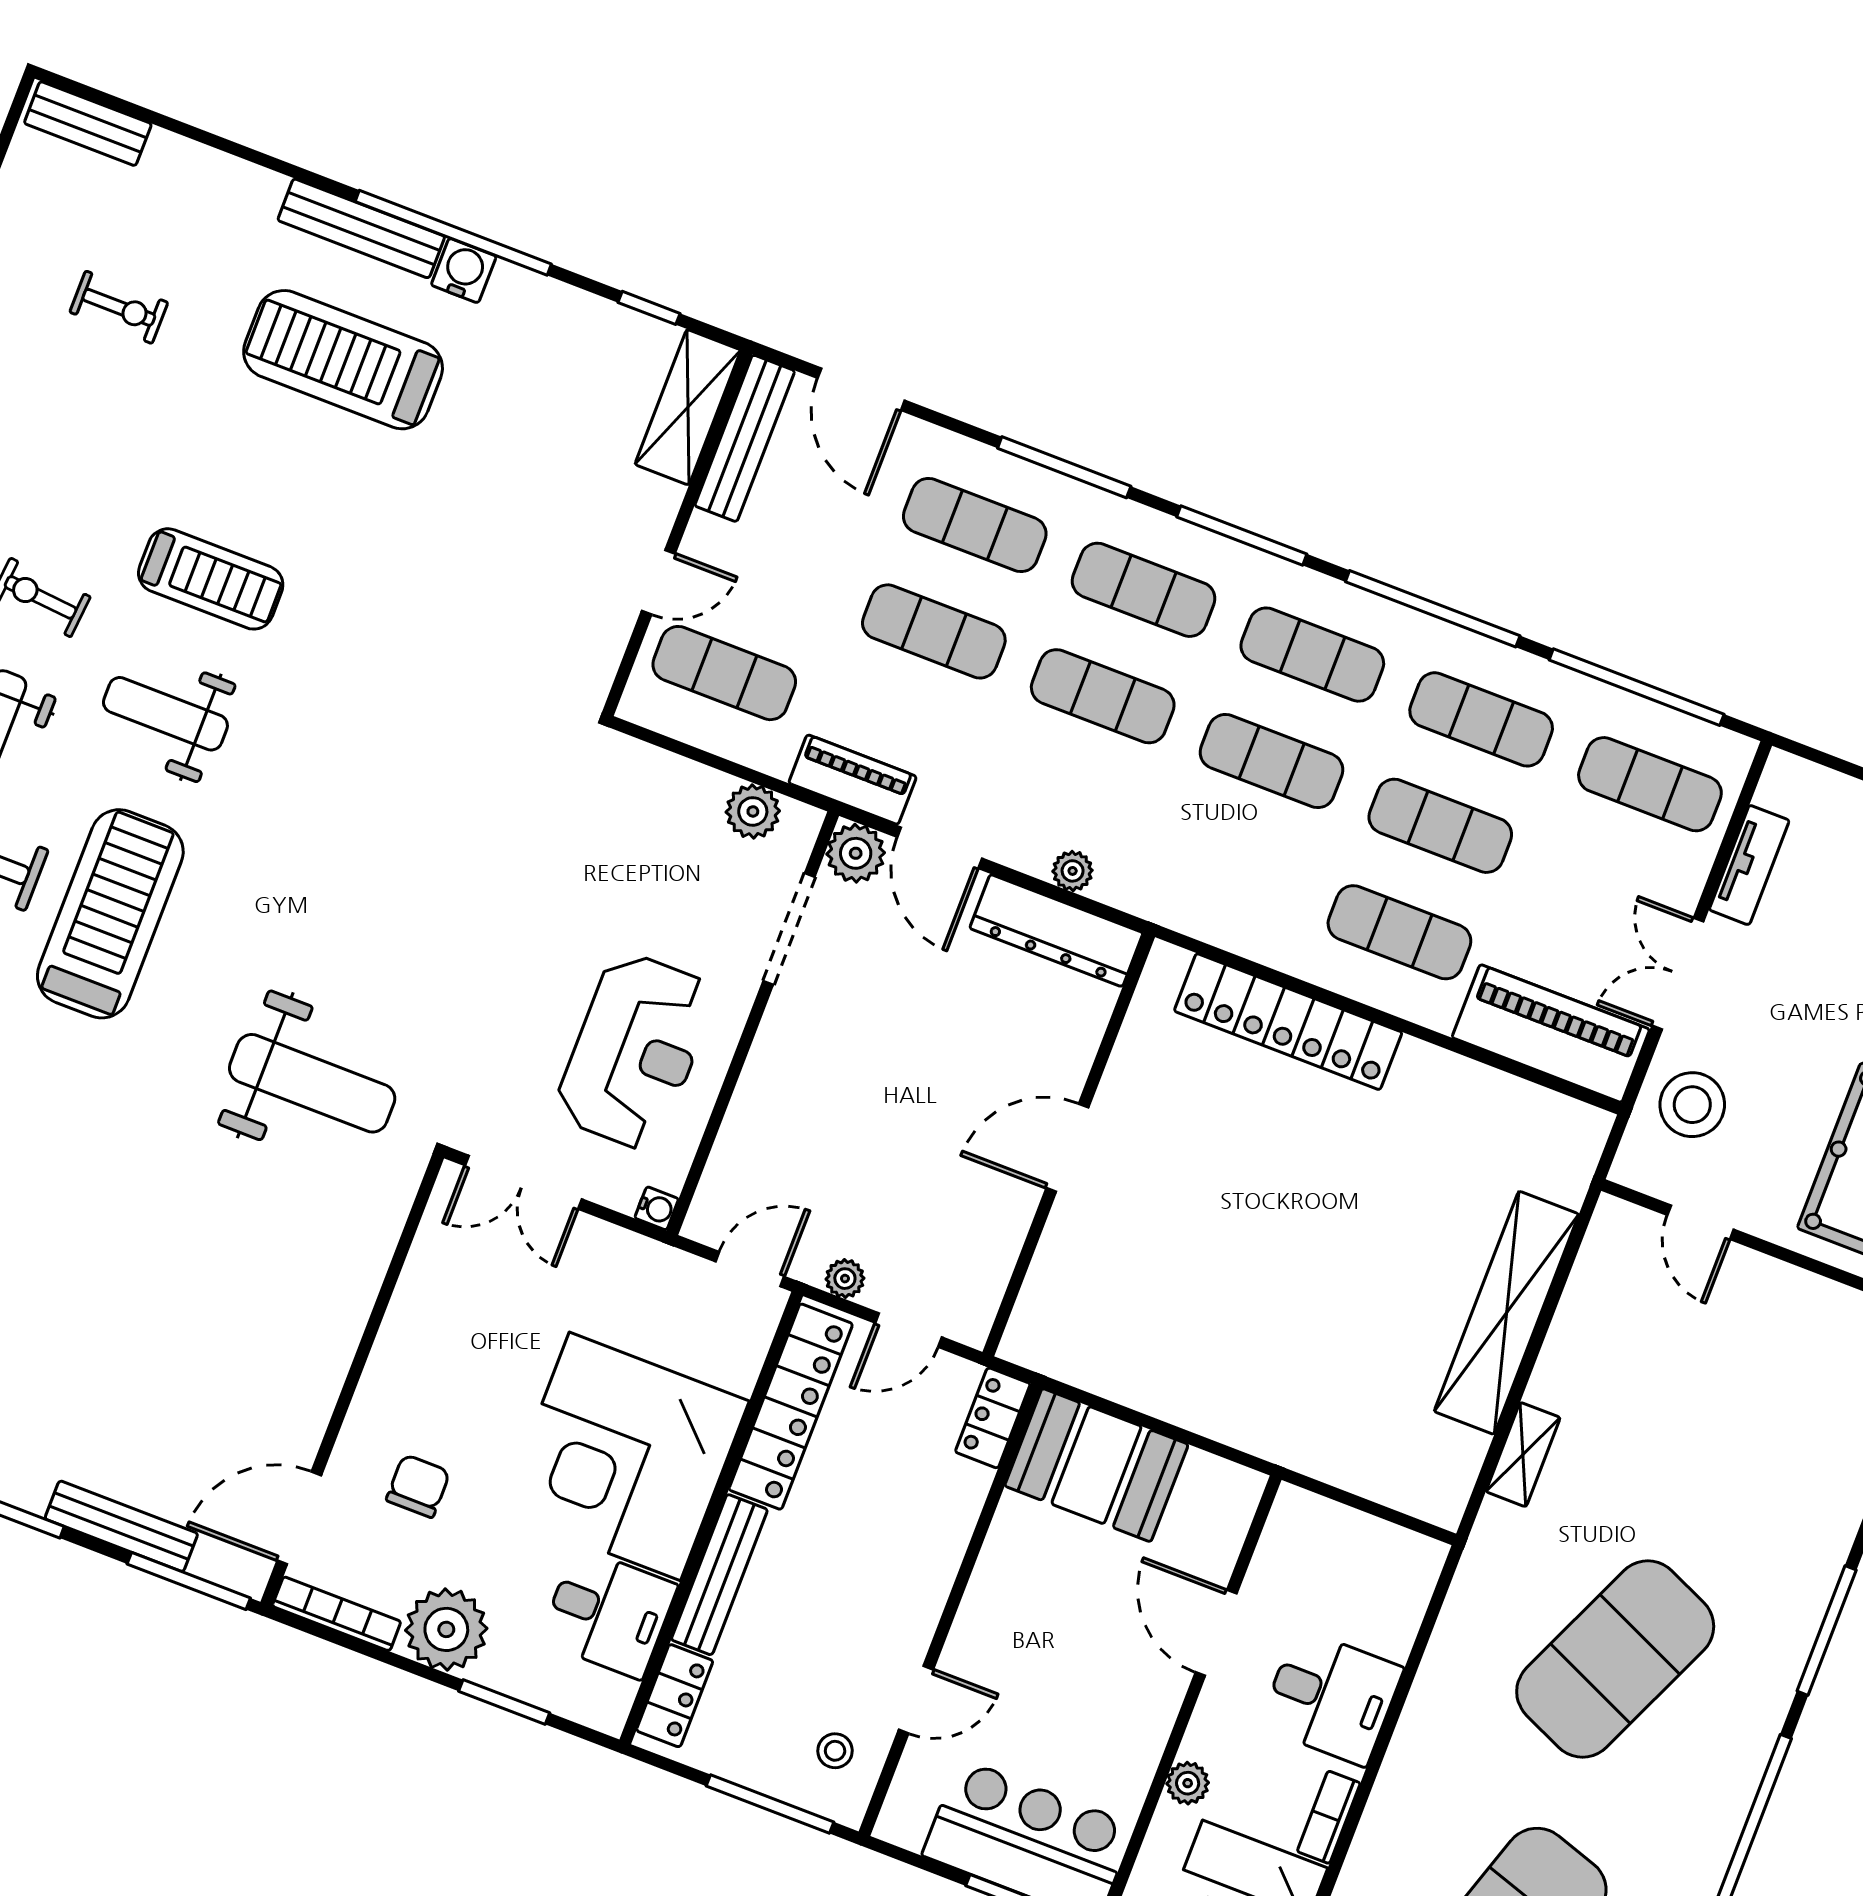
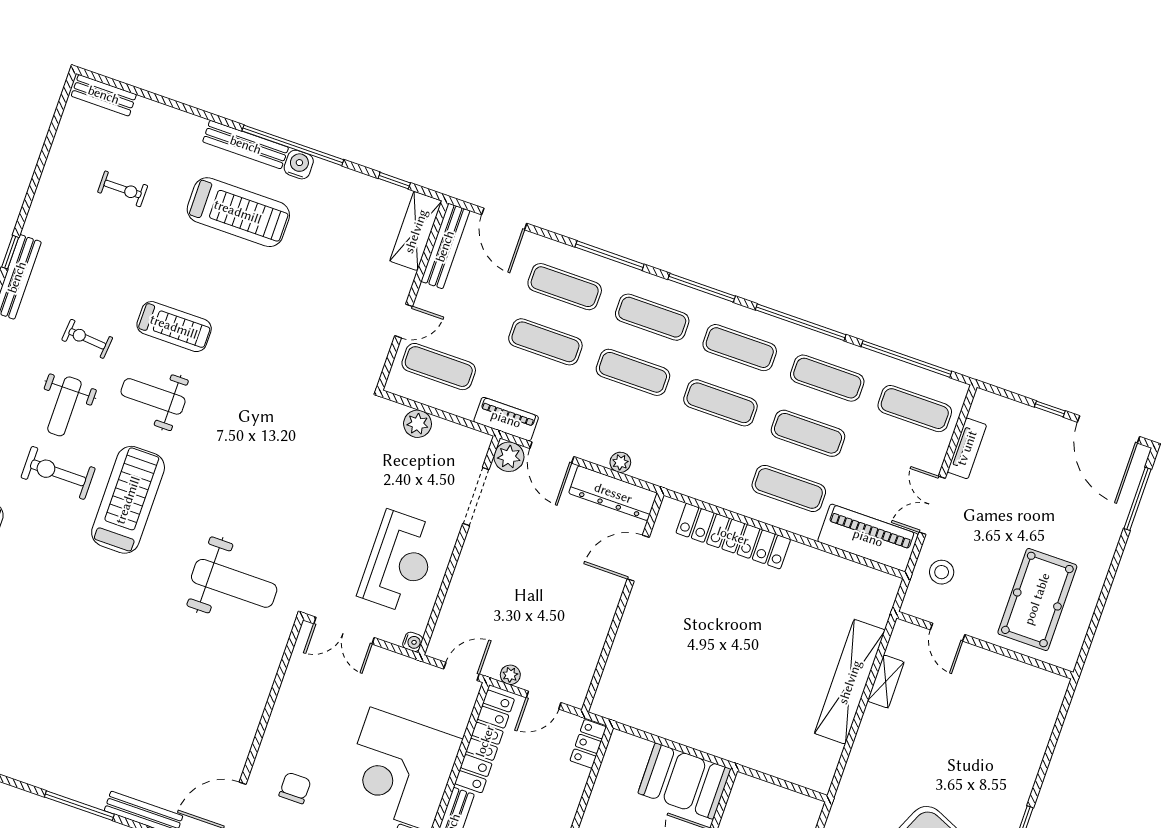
treadmill: (343, 360) -> (238, 212), turned 180
plant: (753, 811) -> (418, 424), moved
stool: (1692, 1105) -> (942, 572), width x0.73, depth x0.73
door: (1067, 1148) -> (638, 558), moved
shelving: (1523, 1455) -> (886, 682), moved
booth: (1096, 1465) -> (684, 781), moved

